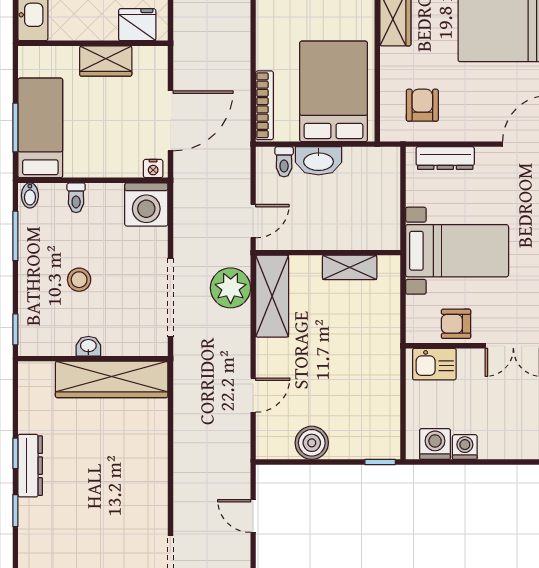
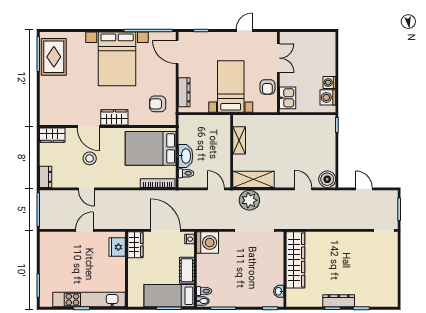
wardrobe: (106, 61) -> (135, 245), moved
cot: (91, 163) -> (187, 270), added
toilet: (76, 198) -> (204, 291), moved
stool: (79, 280) -> (245, 276), removed
washbasin: (88, 346) -> (279, 291), moved
boiler: (312, 443) -> (327, 179), moved
door: (253, 516) -> (364, 189), swing flipped

